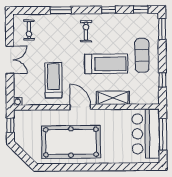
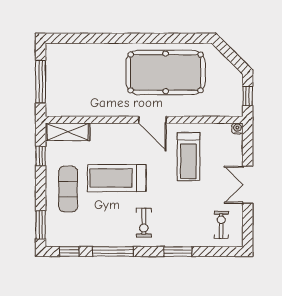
window: (109, 10) -> (113, 251), width x2.17
shelving: (113, 98) -> (68, 132), moved
bar counter: (146, 134) -> (64, 83), removed

